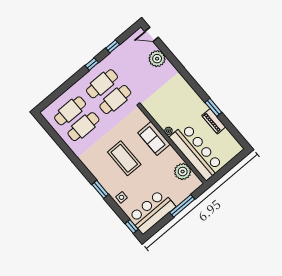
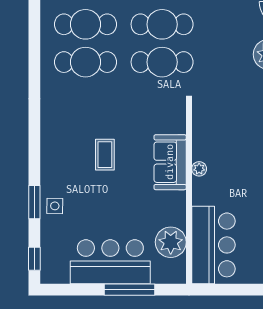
bar counter: (196, 152) -> (213, 245), width x0.73
coffee table: (124, 158) -> (105, 155), width x0.54, depth x0.58
window: (100, 189) -> (34, 202), moved
bar counter: (152, 212) -> (110, 262), moved

